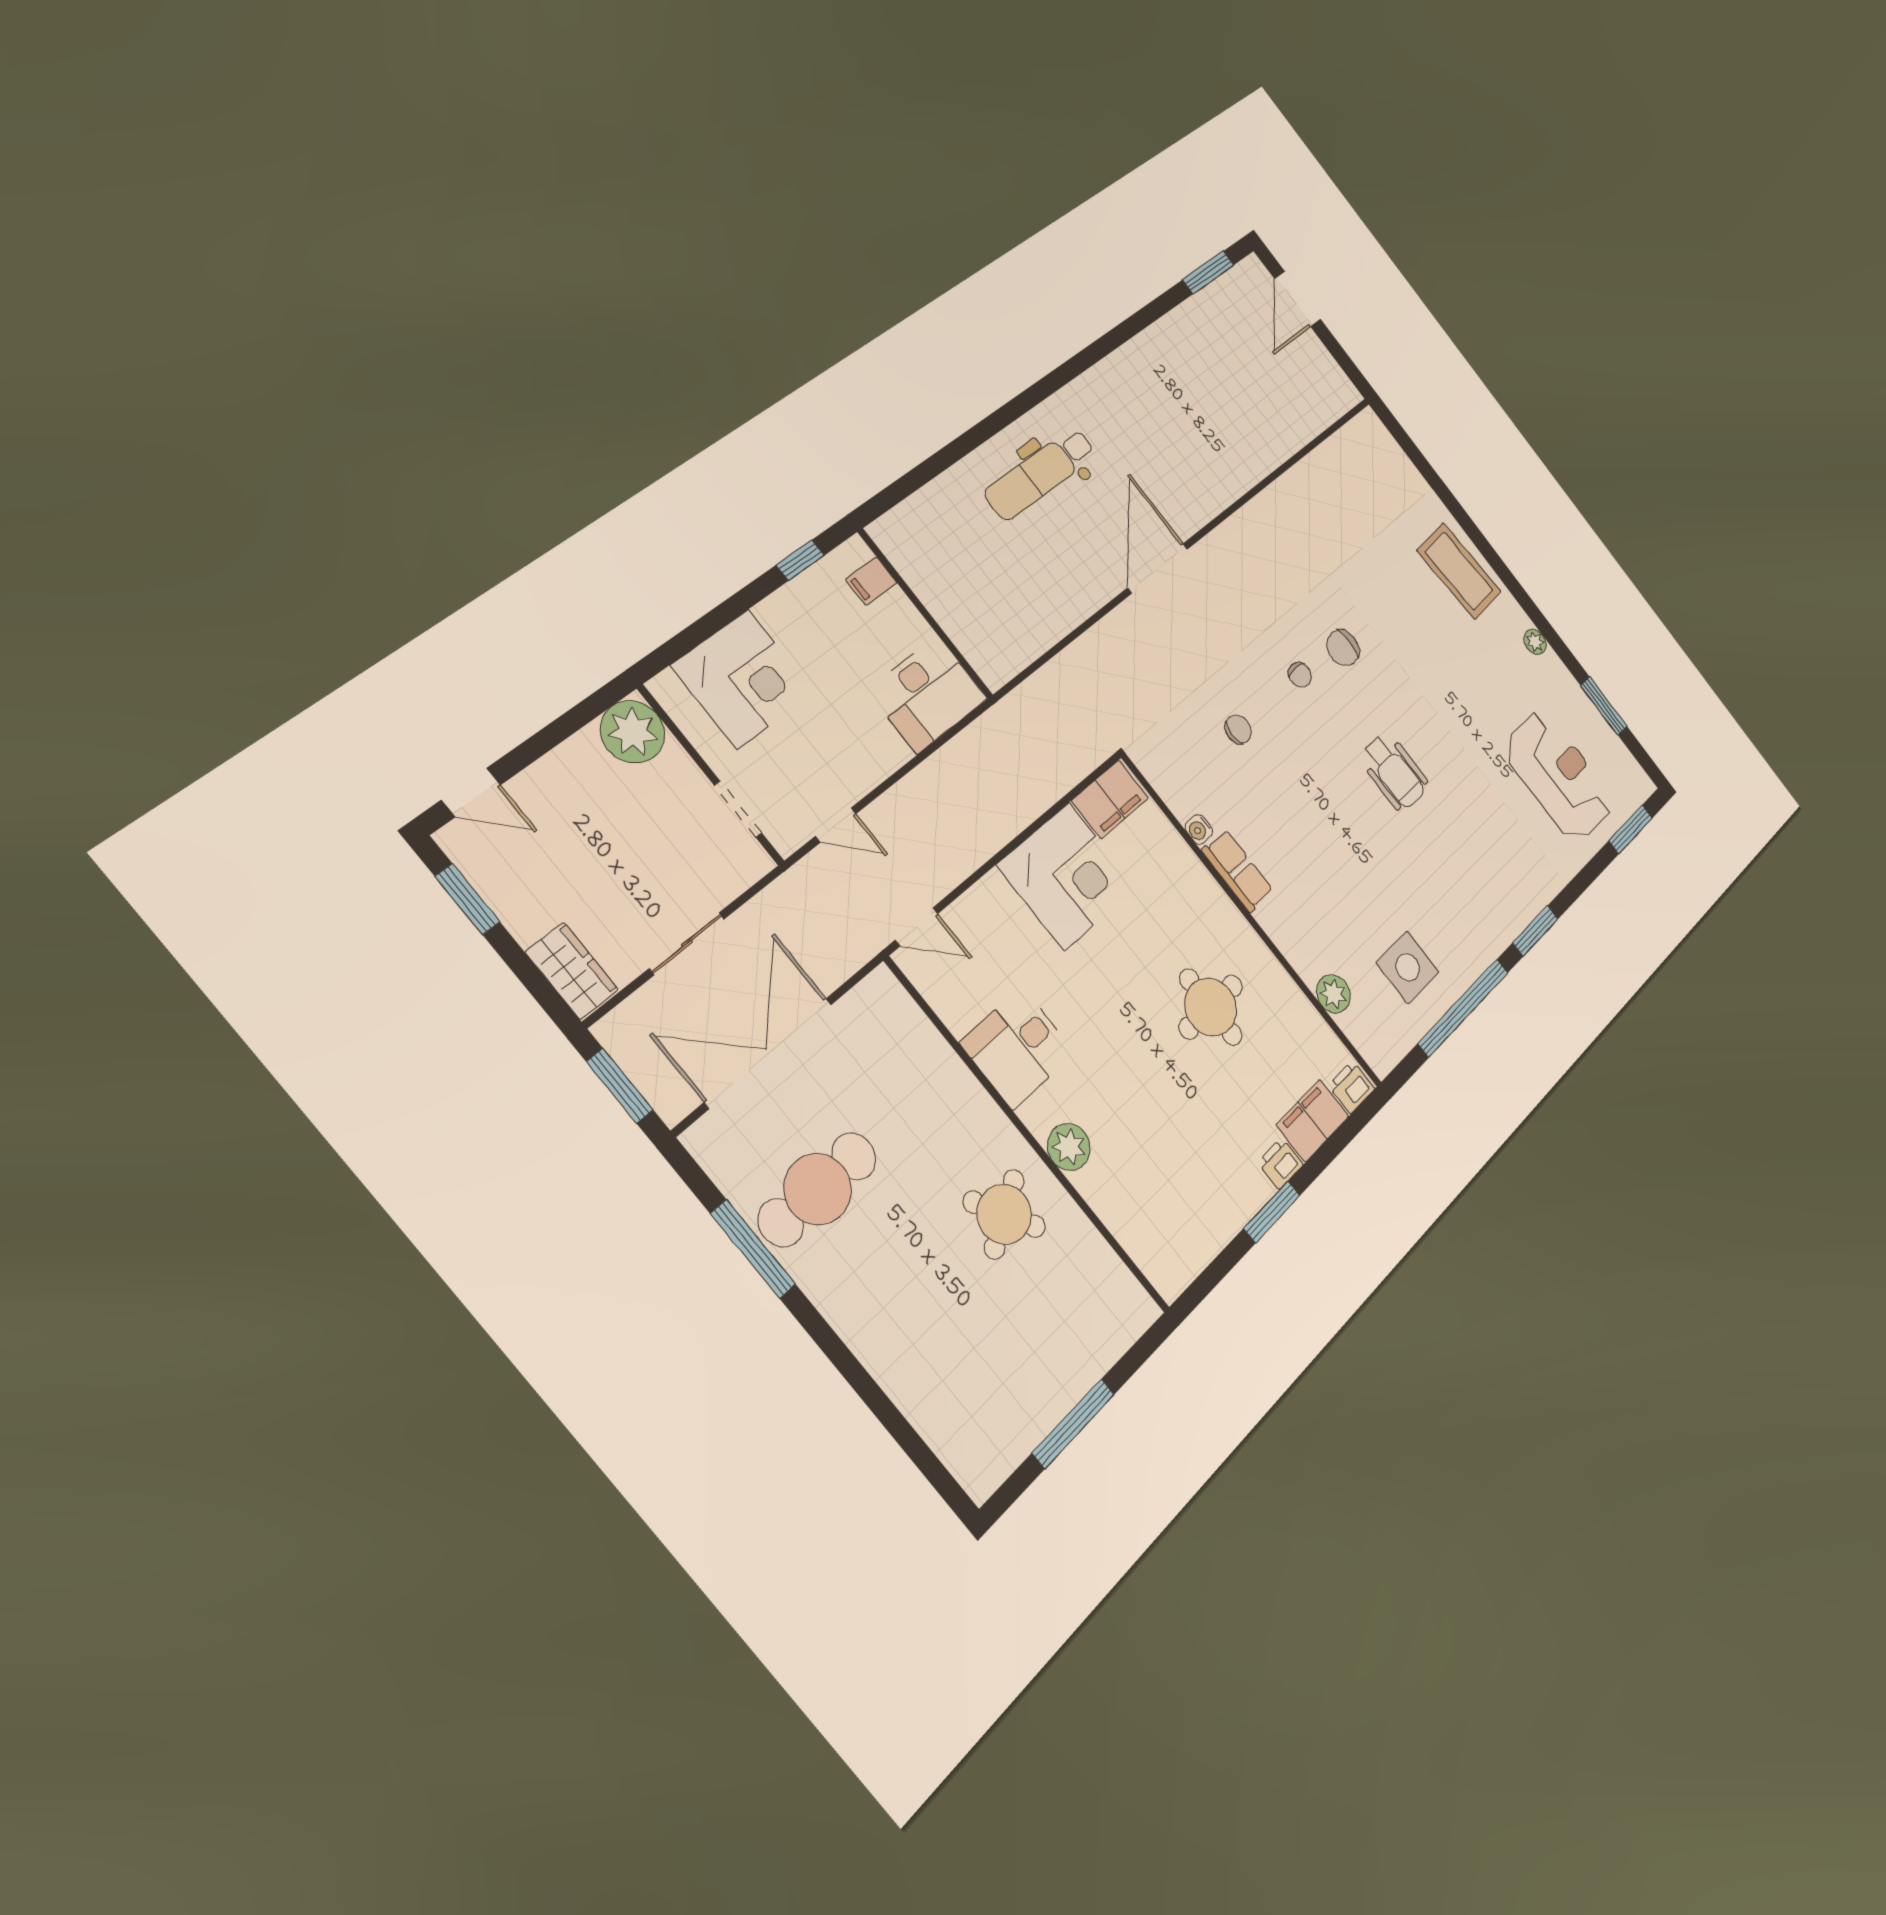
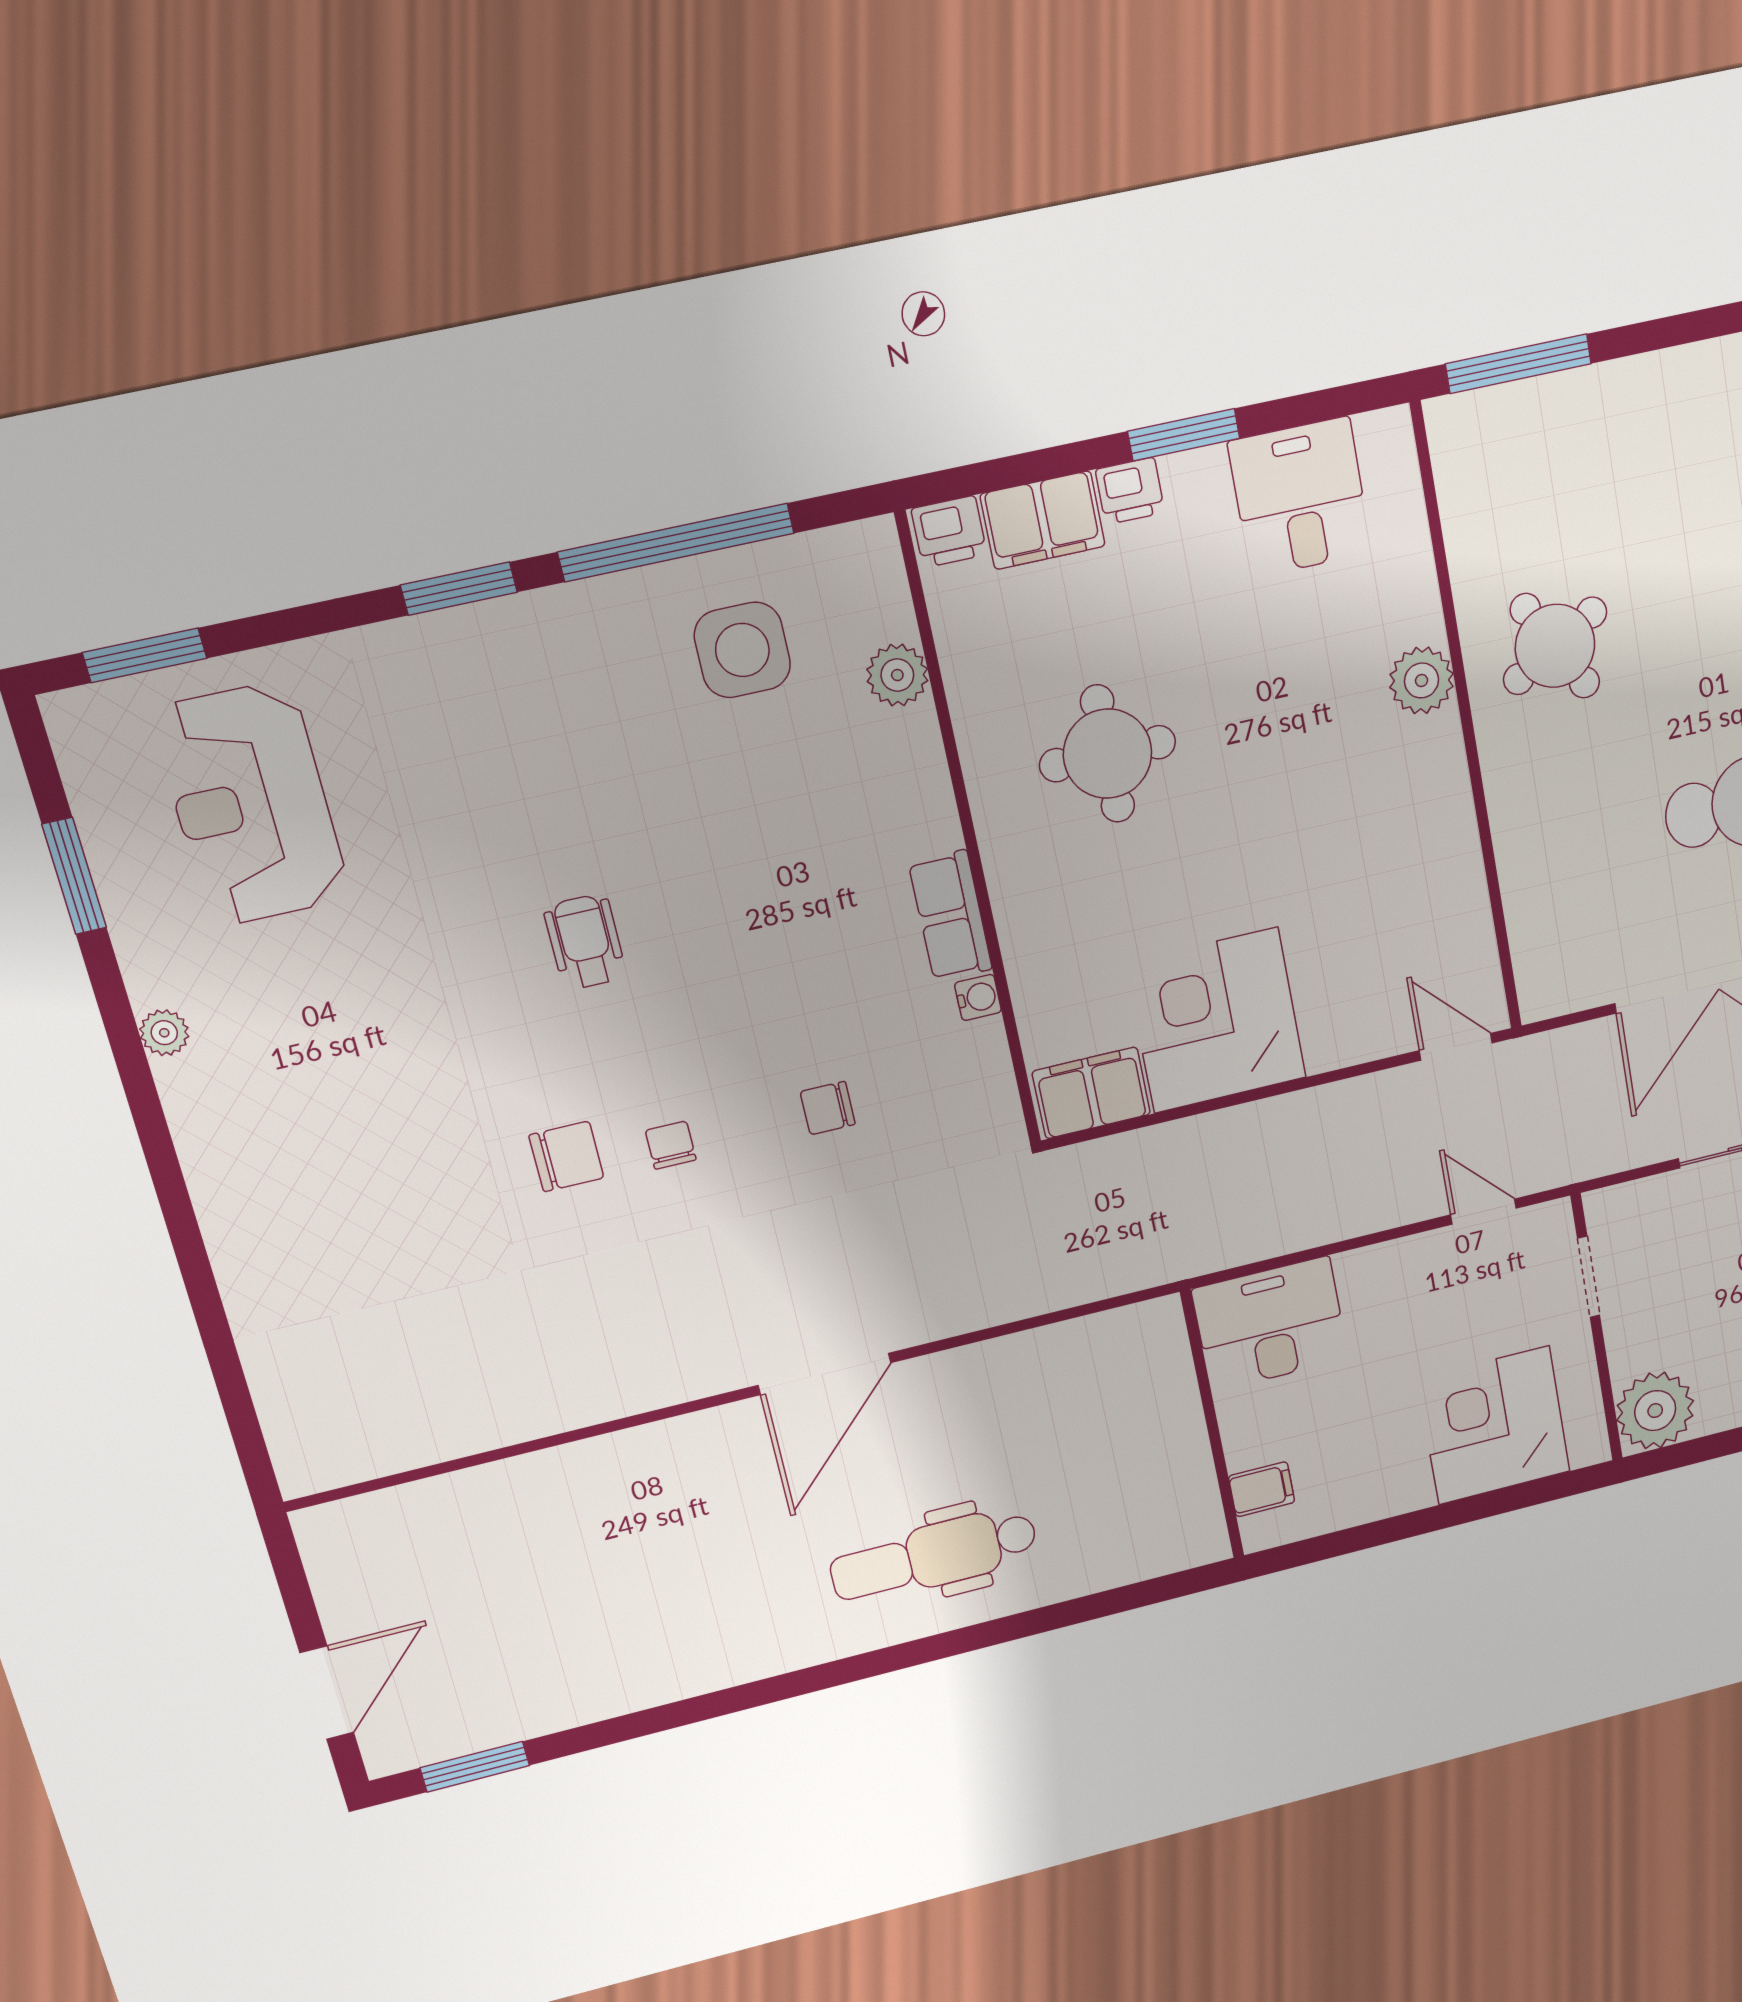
dental chair: (1041, 473) -> (934, 1556), turned 180
window: (800, 560) -> (1339, 1543), removed
coffee table: (1459, 571) -> (259, 1196), removed
wheelchair: (1394, 772) -> (585, 942), width x0.73, depth x0.73
desk: (1017, 1048) -> (1300, 497), moved, turned -90
window: (1073, 1424) -> (1518, 364), moved

